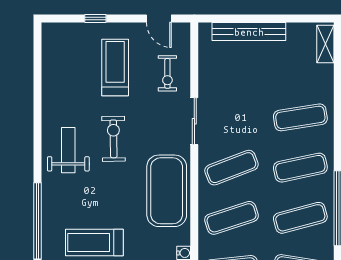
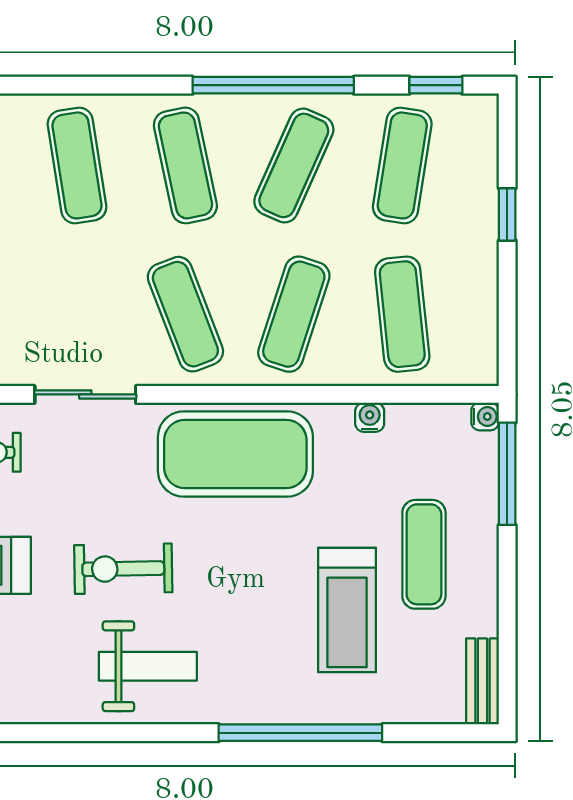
weight bench: (68, 150) -> (148, 666), turned 180
exercise mat: (231, 218) -> (294, 314), turned 36
exercise mat: (300, 218) -> (294, 165), turned 39

